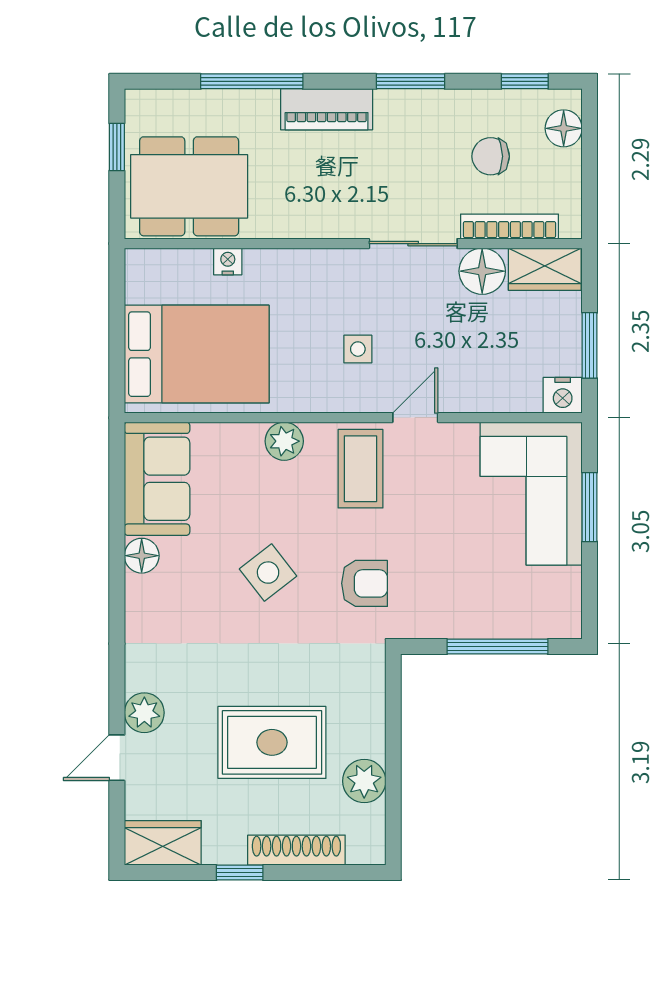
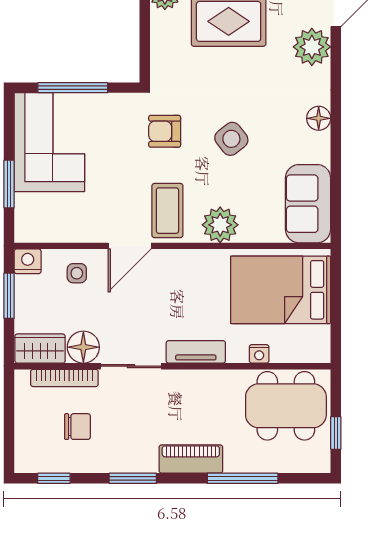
floor lamp: (564, 128) -> (27, 446), removed
tv unit: (319, 264) -> (196, 352), added
side table: (358, 349) -> (77, 273), moved
door: (415, 418) -> (130, 246), width x1.38
plant: (284, 441) -> (220, 225), width x1.36, depth x1.36
corner sofa: (531, 494) -> (49, 142), moved
floor lamp: (142, 556) -> (319, 118), moved
plant: (144, 713) -> (312, 47), width x1.36, depth x1.36

